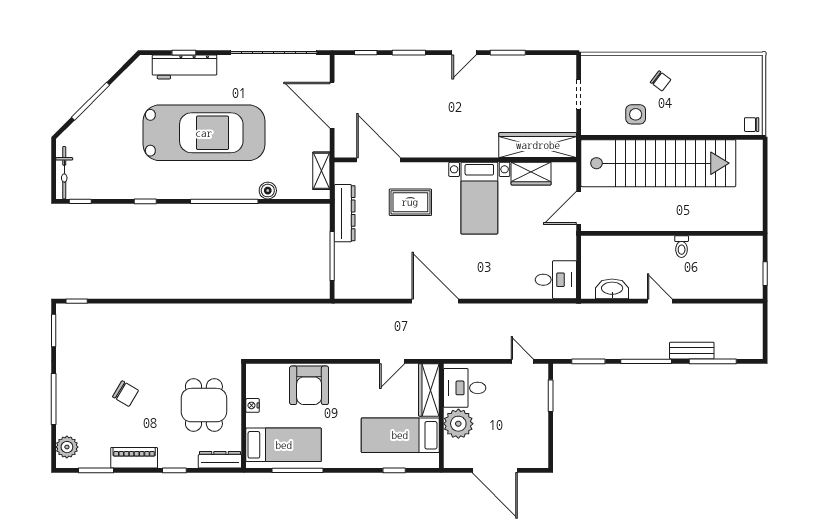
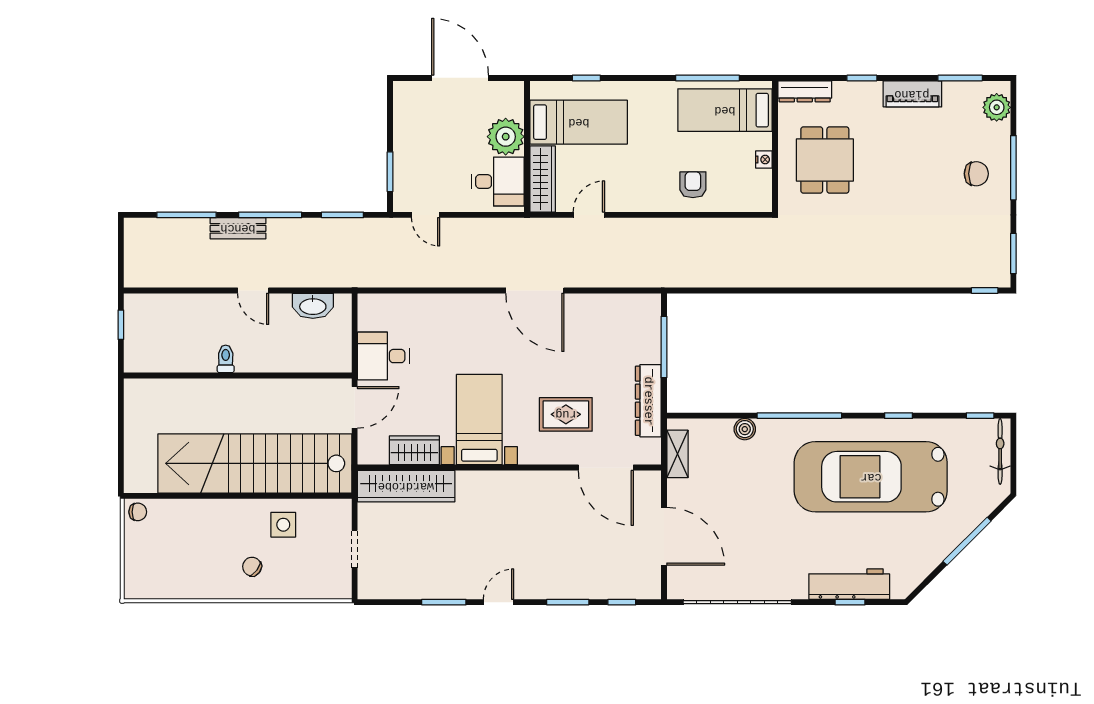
car: (204, 133) -> (871, 477), moved
desk: (556, 280) -> (383, 356), moved
bench: (692, 351) -> (238, 228), moved
armchair: (309, 385) -> (693, 185), width x0.53, depth x0.53
chair: (125, 394) -> (976, 174), moved, turned 149

